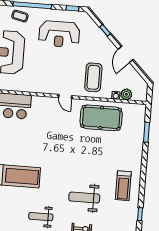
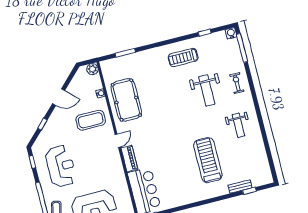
plant: (126, 94) -> (92, 69), moved
piano: (44, 102) -> (129, 159), added
treadmill: (123, 186) -> (183, 57), turned 180

